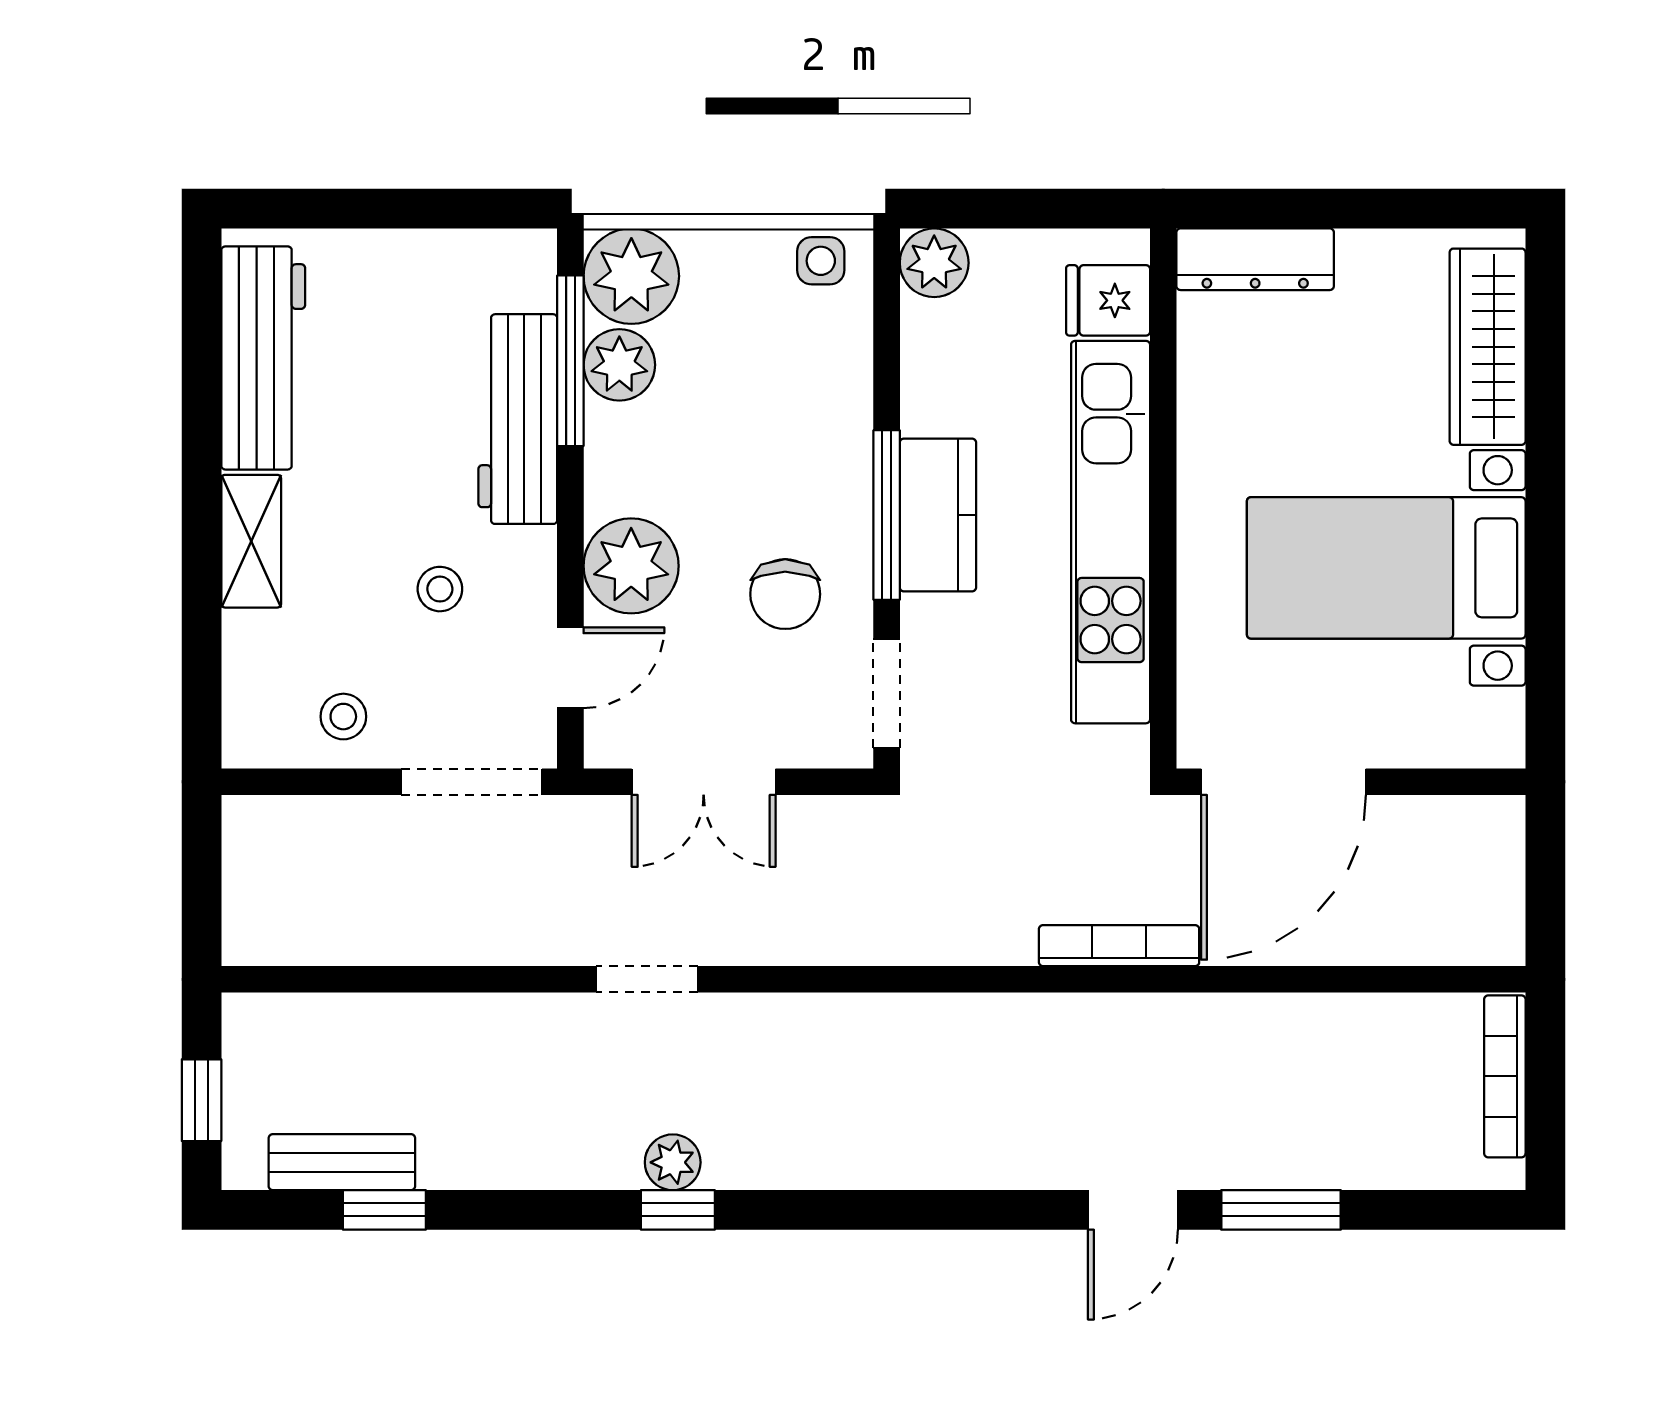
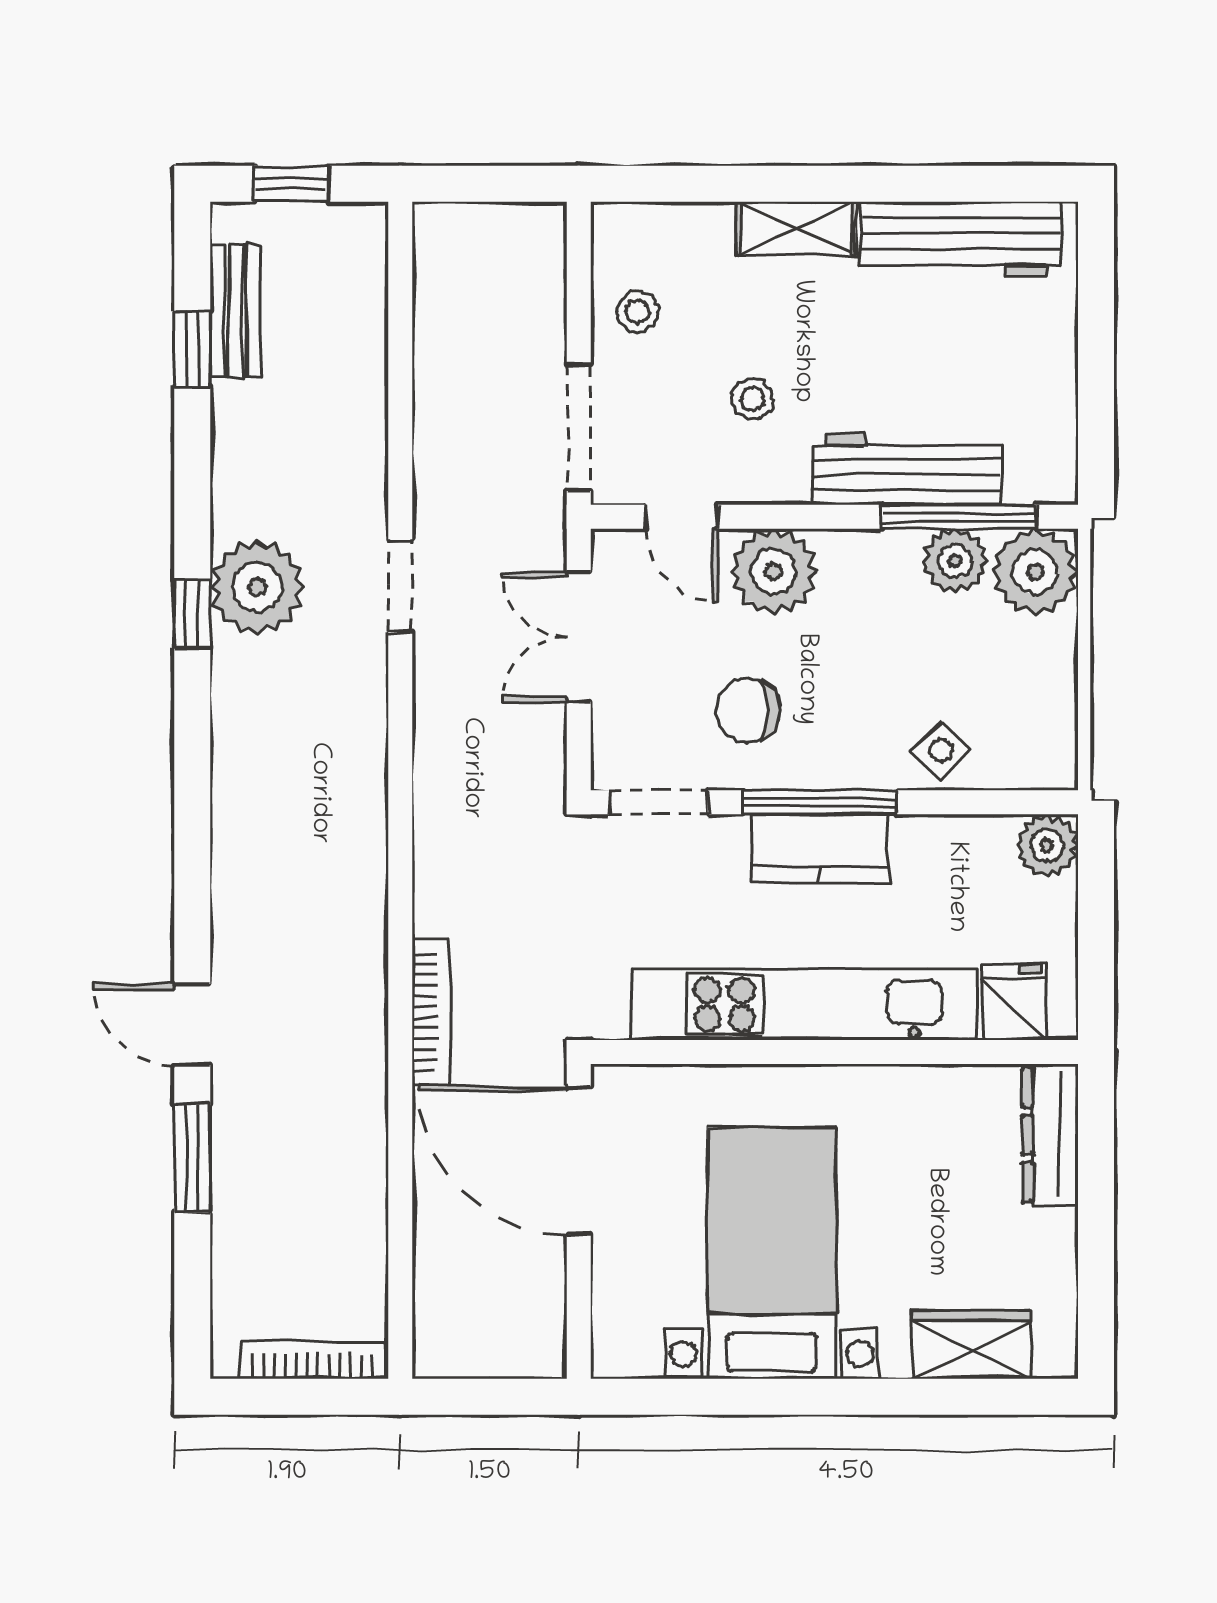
side table: (821, 261) -> (941, 751), moved, turned 45
wardrobe: (1488, 347) -> (971, 1345), width x0.67
plant: (673, 1162) -> (257, 587), width x1.88, depth x1.88

